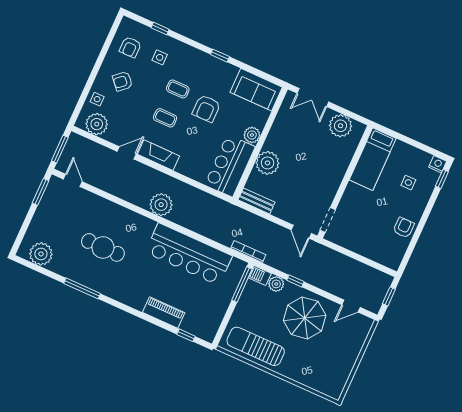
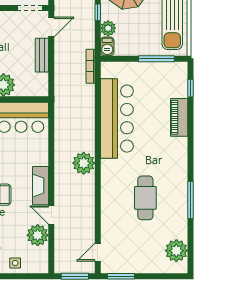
plant: (97, 124) -> (38, 235), moved
bench: (256, 201) -> (42, 55), moved
window: (242, 285) -> (156, 59), moved

